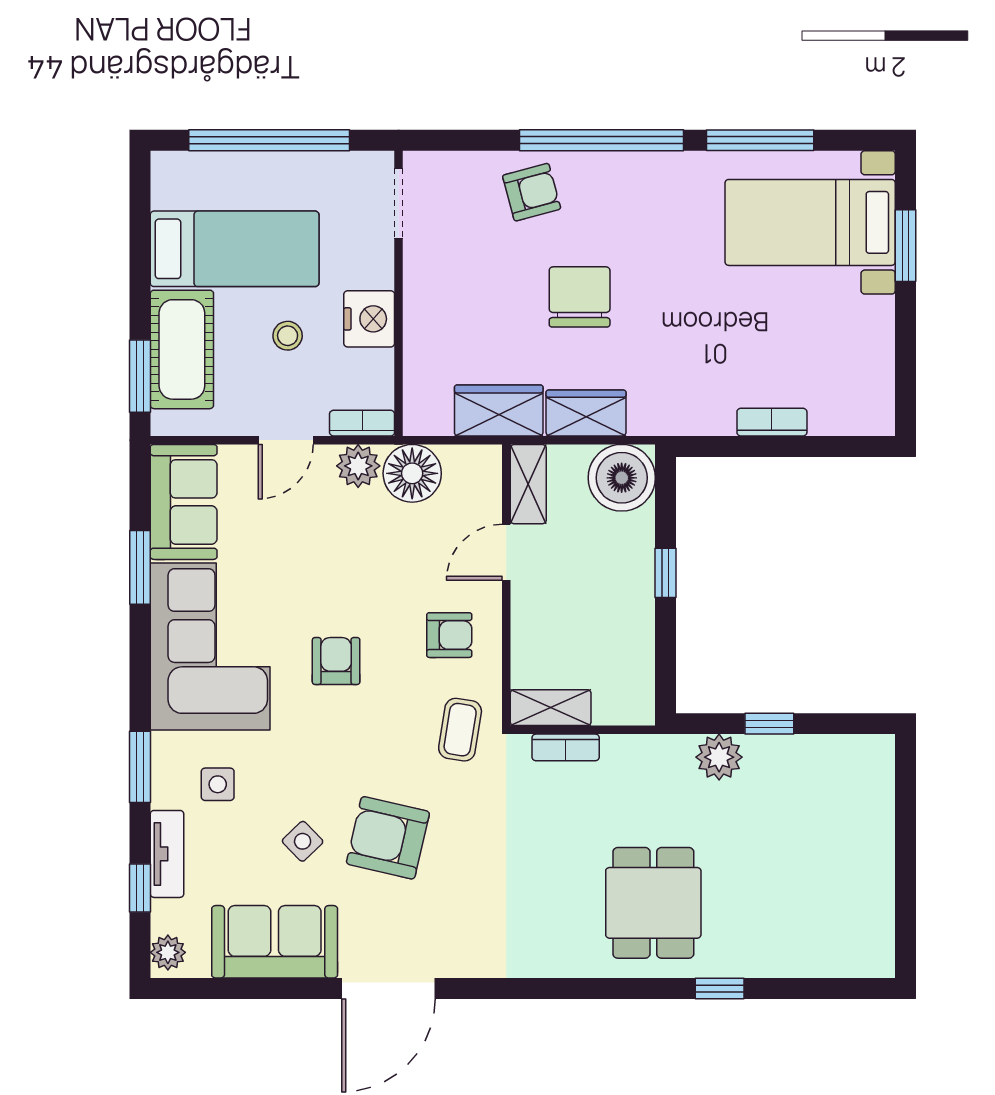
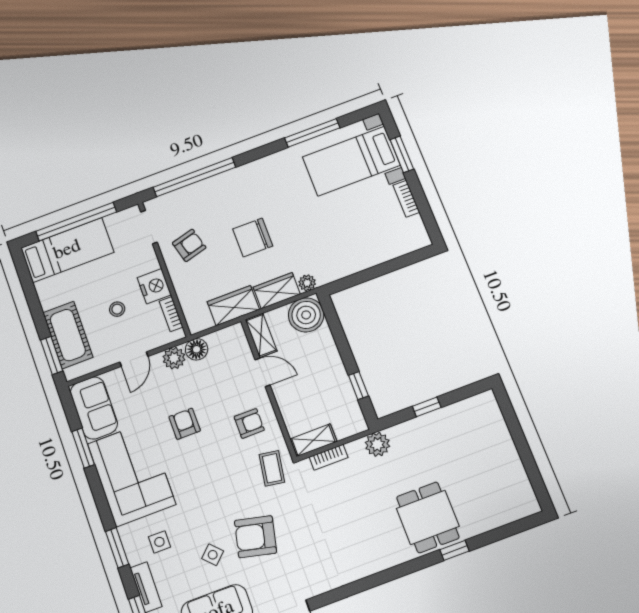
window: (602, 140) -> (194, 177), moved
armchair: (532, 192) -> (189, 245), moved
bed: (235, 249) -> (67, 250), moved
chair: (580, 297) -> (253, 237), turned -90
plant: (646, 420) -> (307, 283), added
bookcase: (772, 422) -> (406, 199), moved, turned -90
bookcase: (362, 423) -> (171, 314), moved, turned -90
floor lamp: (412, 473) -> (197, 349), width x0.73, depth x0.73
door: (506, 552) -> (263, 372), swing flipped
window: (666, 573) -> (358, 386), moved
armchair: (336, 661) -> (185, 424), moved
plant: (719, 757) -> (377, 444), moved
dining table: (653, 903) -> (428, 517), moved

